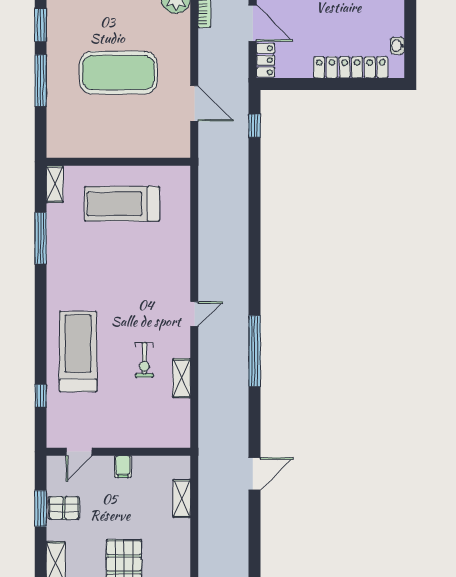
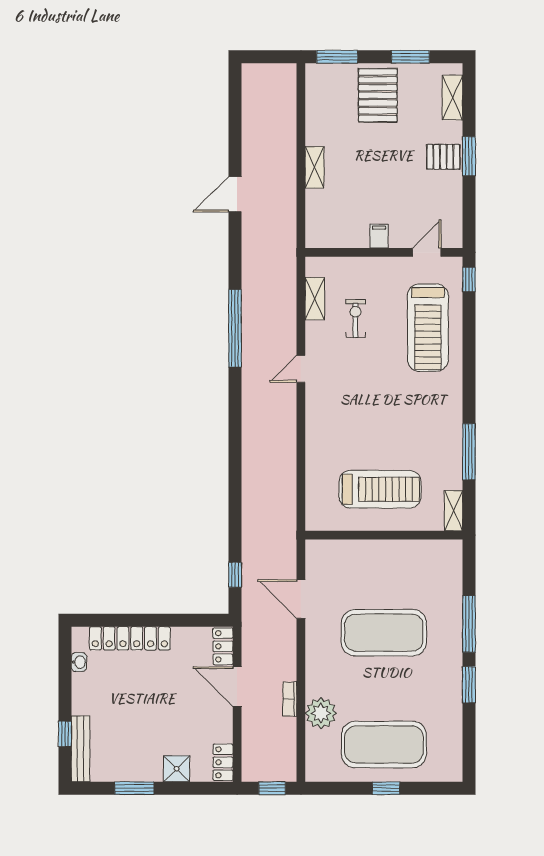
door: (79, 452) -> (427, 252), moved
wall: (118, 452) -> (384, 252), moved
filing cabinet: (123, 467) -> (379, 236), moved

